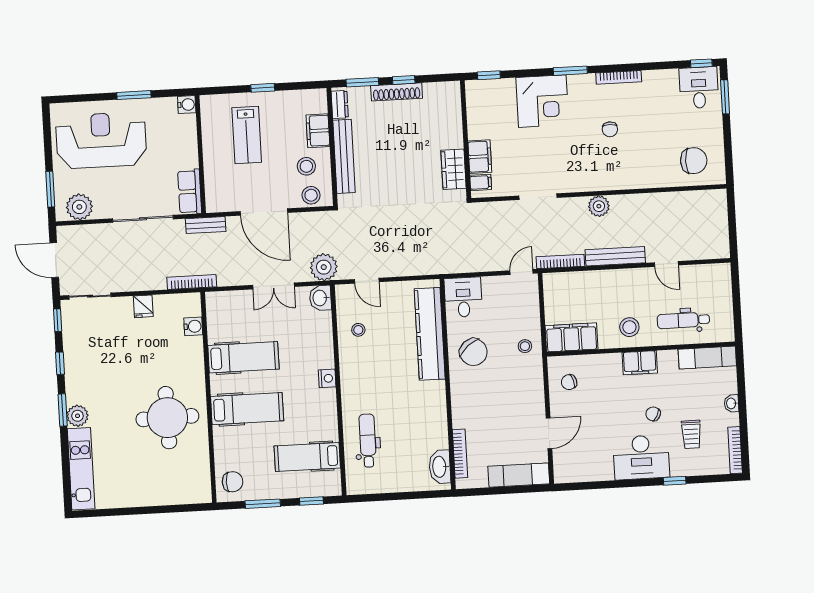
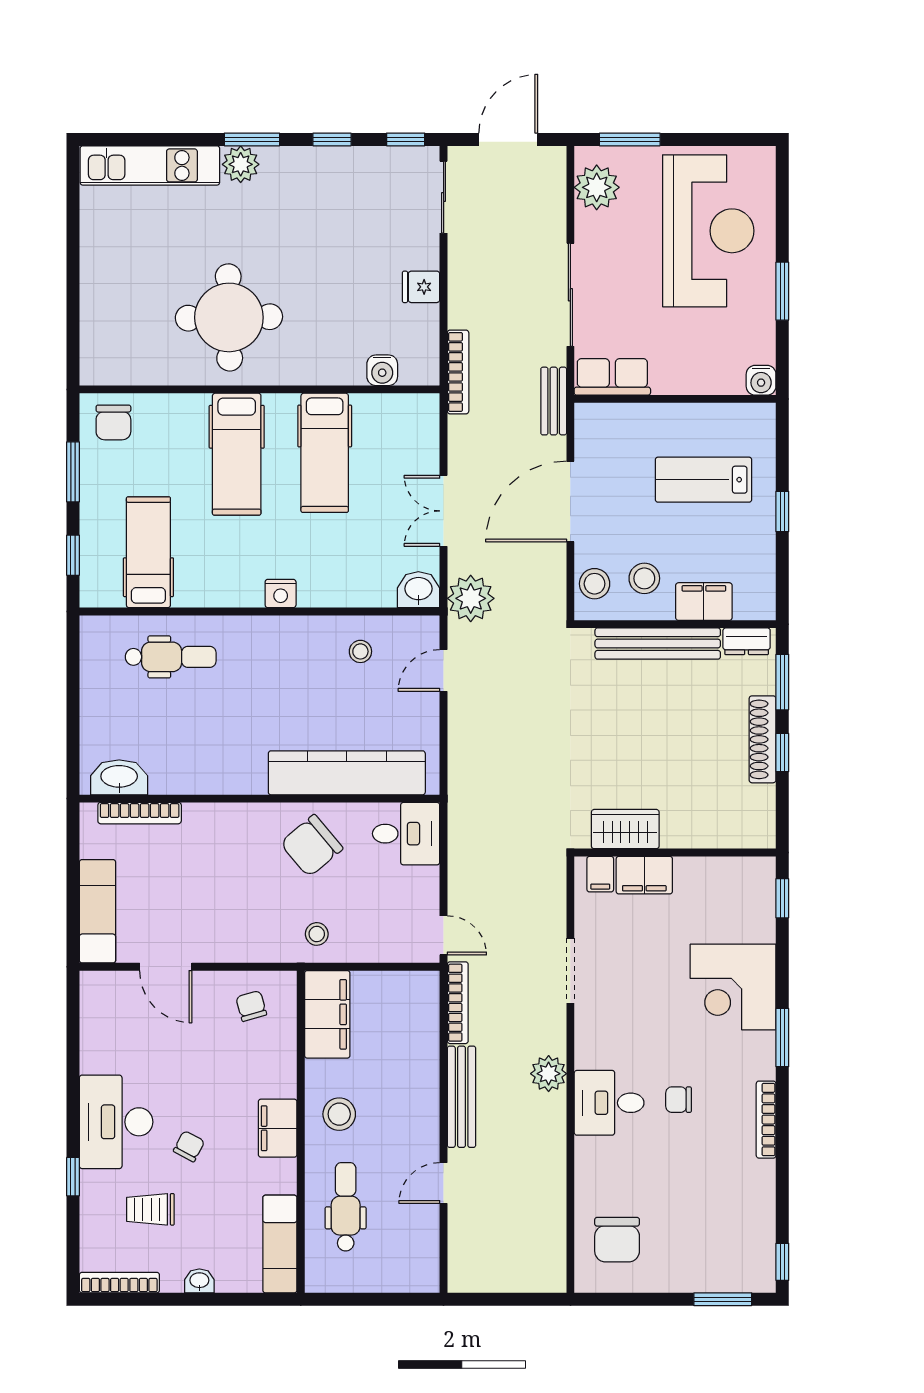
desk: (699, 88) -> (609, 1103), moved, turned 180

